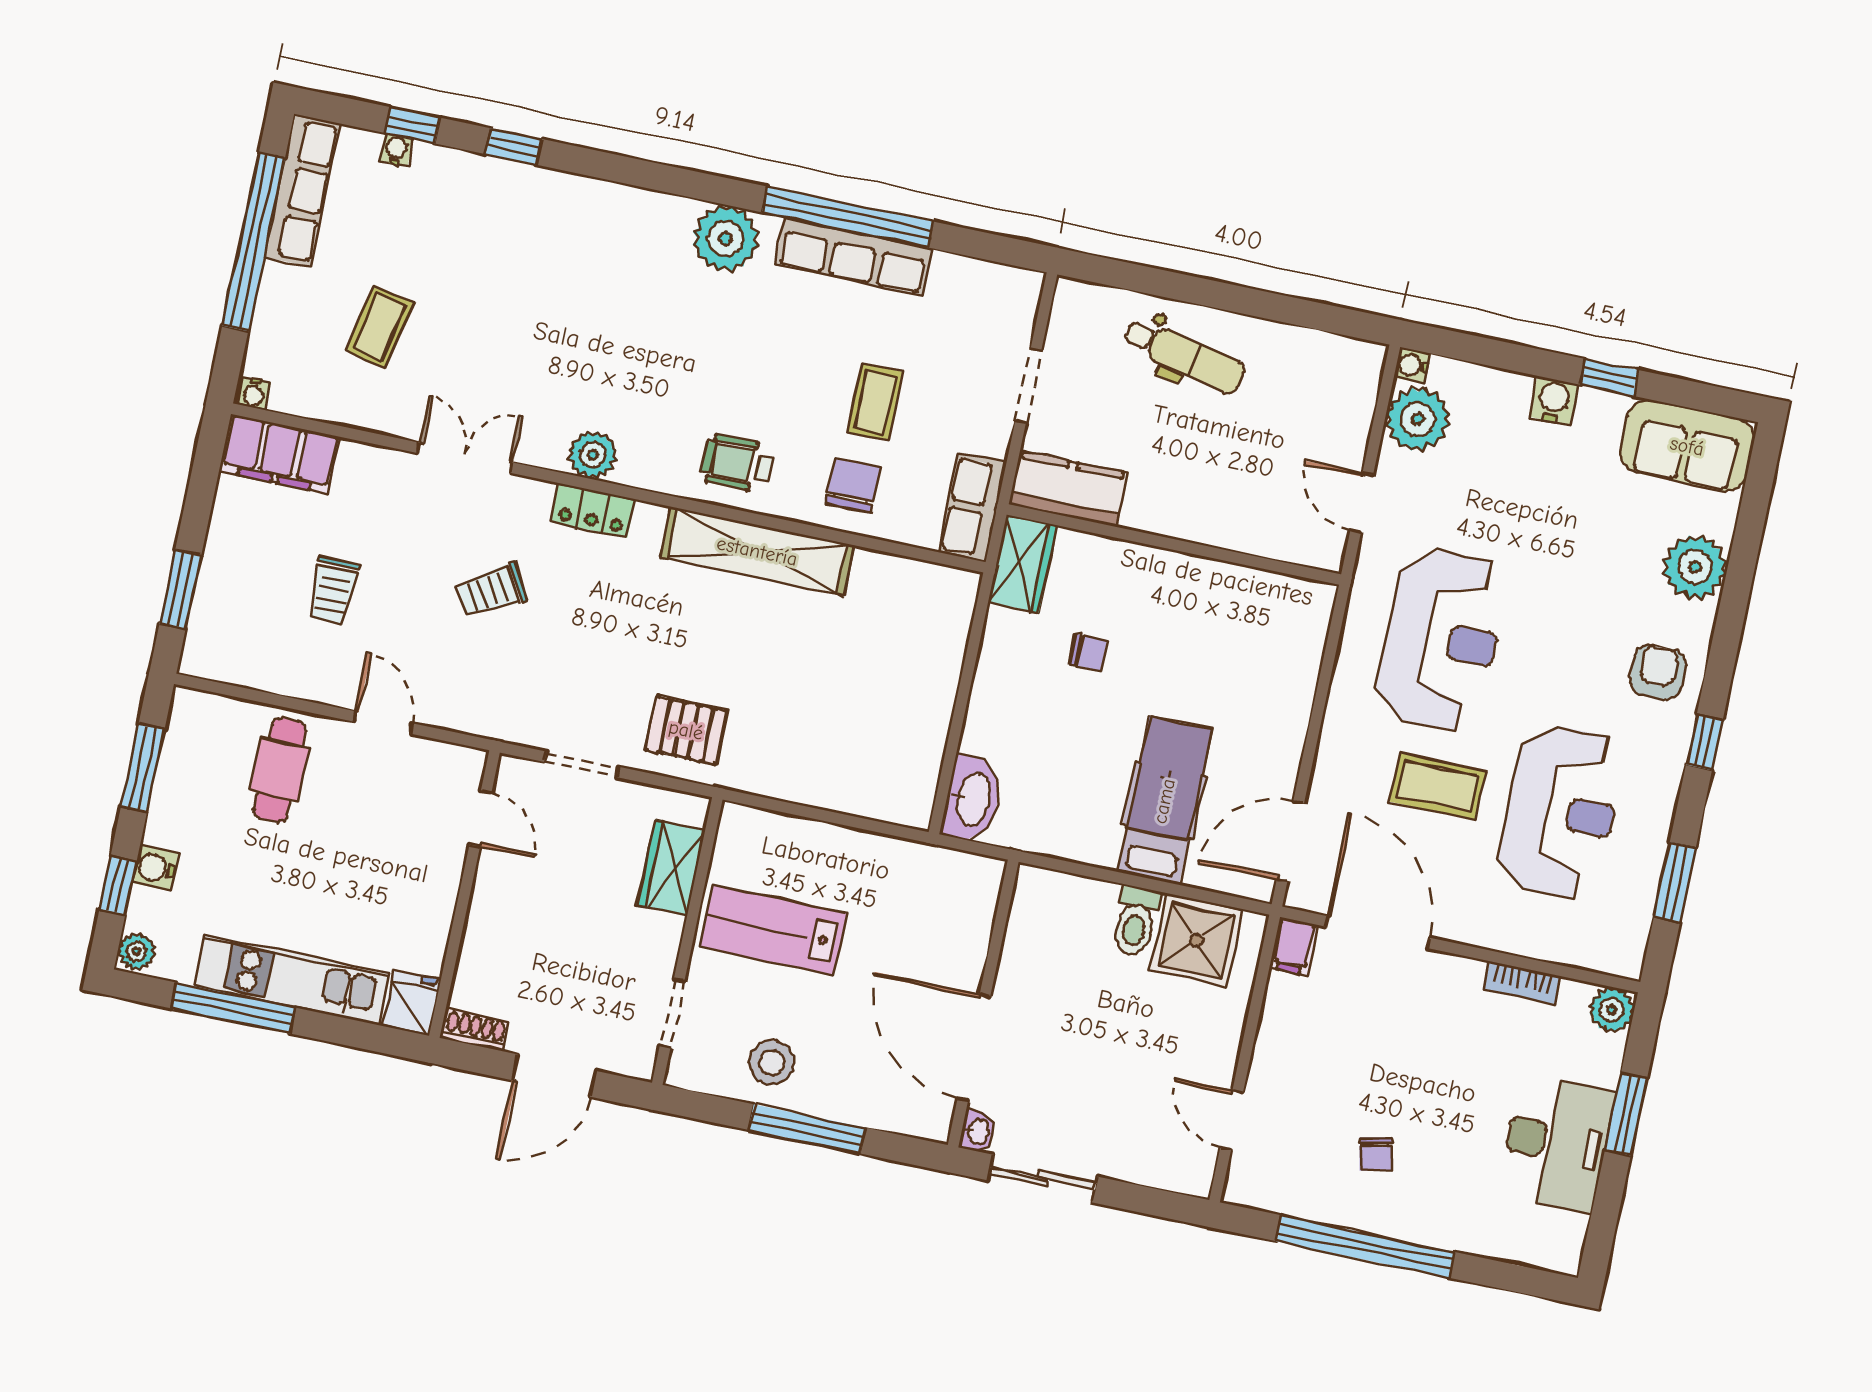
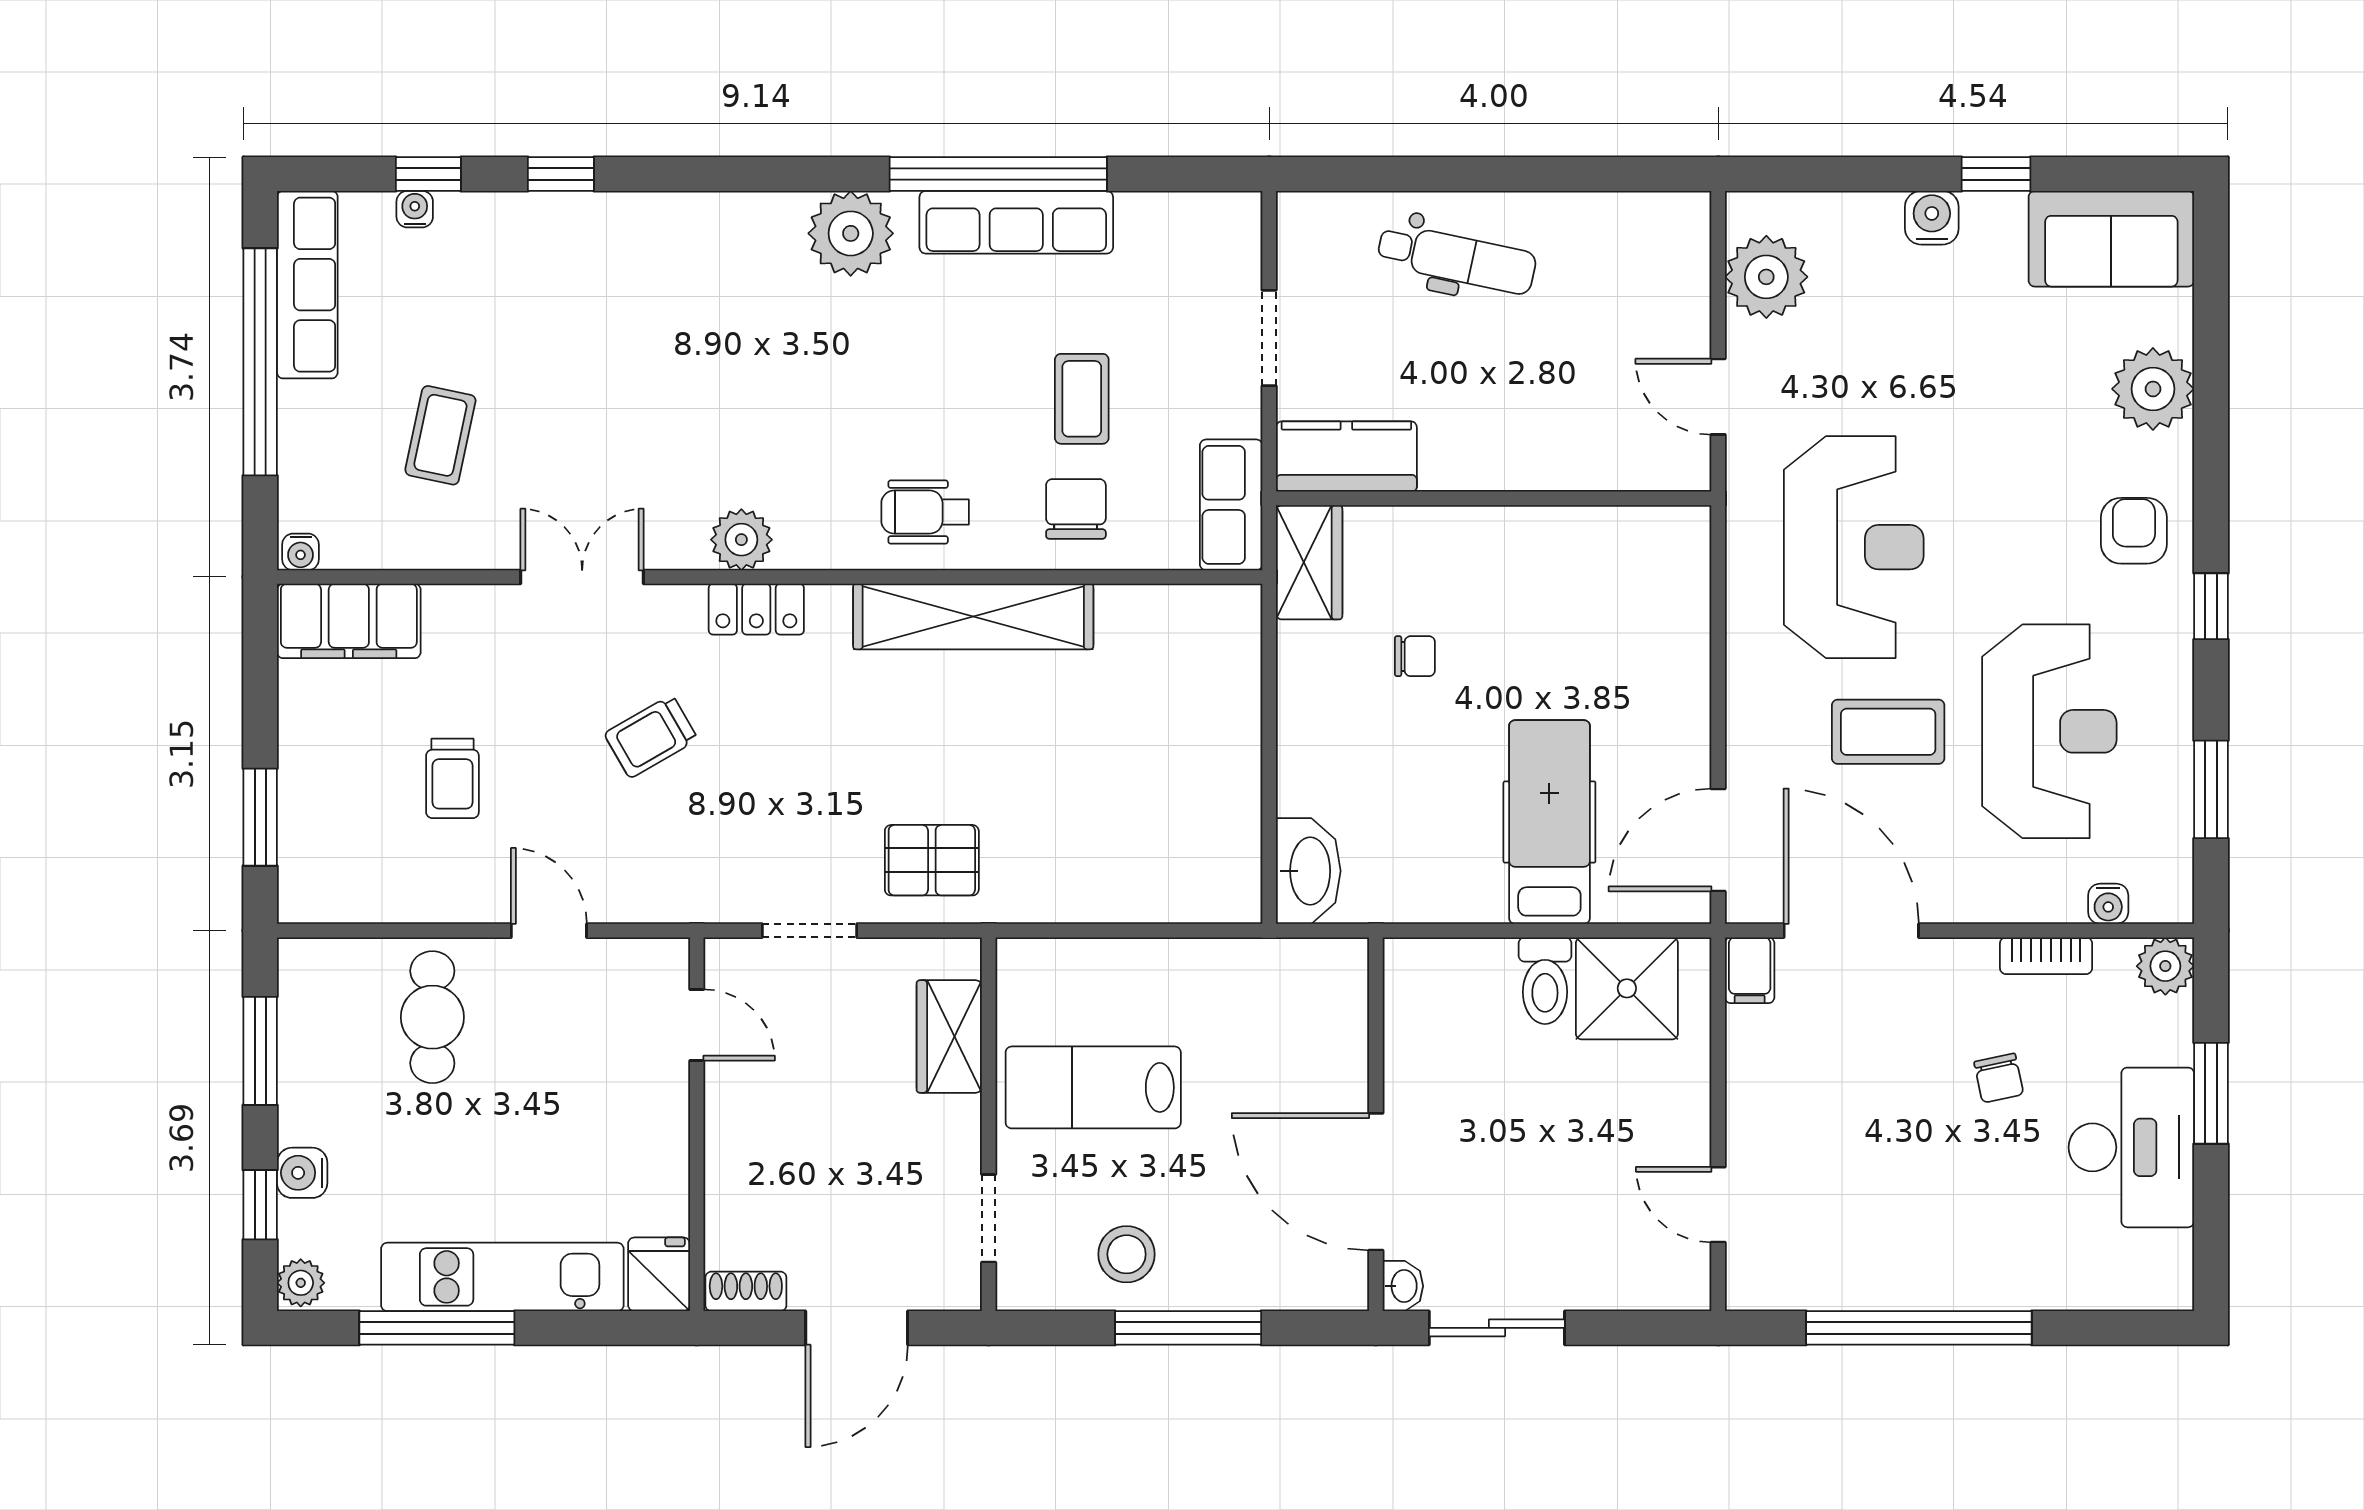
water cooler: (1412, 365) -> (2108, 904), moved, turned -90
chair: (1376, 1154) -> (1999, 1078), moved

